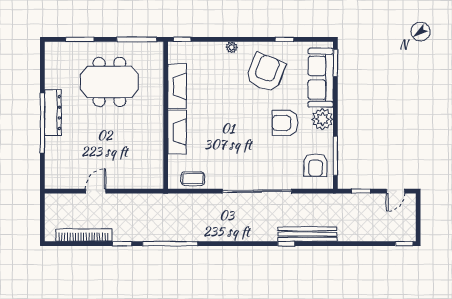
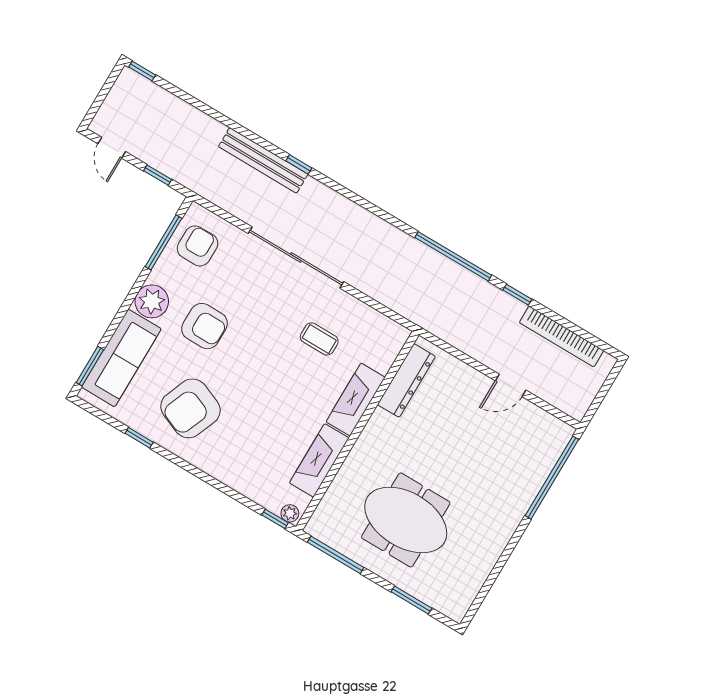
plant: (232, 47) -> (290, 513), moved
dresser: (53, 113) -> (406, 380), moved, turned 180
window: (42, 123) -> (552, 478), moved
coffee table: (193, 179) -> (319, 339), moved
door: (395, 191) -> (112, 148), swing flipped

